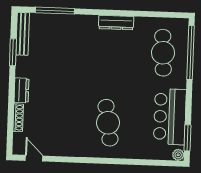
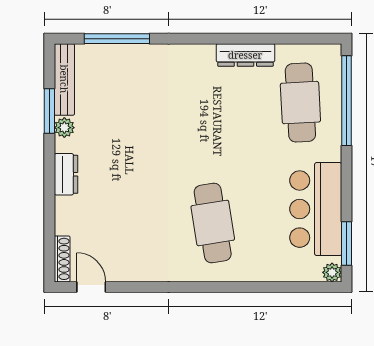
dresser: (116, 23) -> (245, 55), moved
plant: (22, 62) -> (64, 128), added
shoe rack: (18, 118) -> (62, 259), moved

